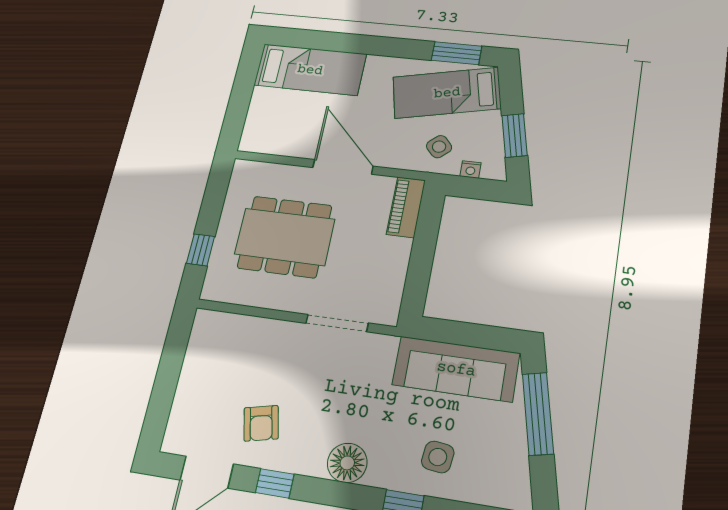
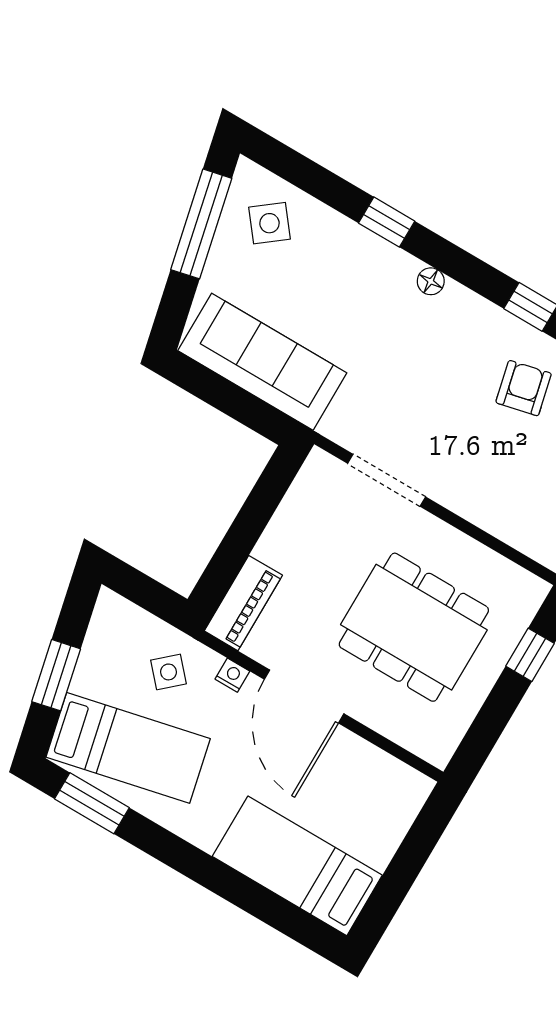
window: (515, 135) -> (56, 675), moved
nightstand: (471, 170) -> (232, 675), moved
window: (538, 414) -> (201, 224), moved
side table: (438, 457) -> (269, 223), moved, turned 45
floor lamp: (347, 463) -> (431, 281), width x0.53, depth x0.53

